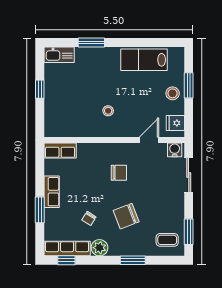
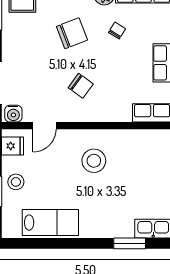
window: (91, 42) -> (130, 243), moved
stool: (108, 111) -> (94, 161), width x1.89, depth x1.89
chair: (119, 173) -> (81, 86), turned -144

